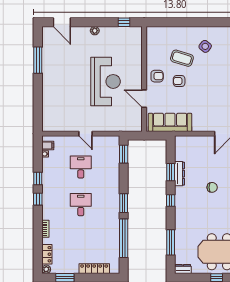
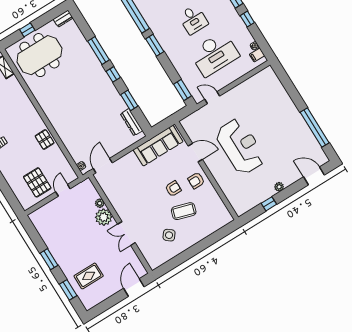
window: (124, 22) -> (269, 204), moved
window: (38, 60) -> (315, 128), width x1.46
reception desk: (106, 81) -> (240, 146), turned 180
door: (85, 134) -> (212, 98), moved
desk: (81, 167) -> (215, 54), width x1.87, depth x1.30
dresser: (180, 174) -> (132, 122), moved
chair: (212, 187) -> (83, 110), removed
window: (171, 242) -> (98, 51), moved

